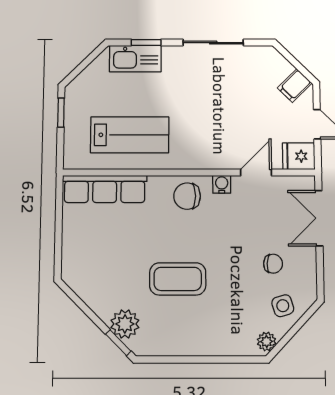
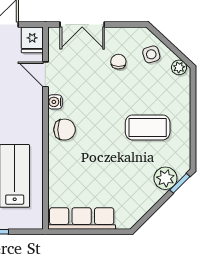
row of seats: (105, 189) -> (82, 218), moved, turned -90
chair: (187, 196) -> (65, 130), turned -90
coffee table: (178, 279) -> (148, 127), moved, turned 90

